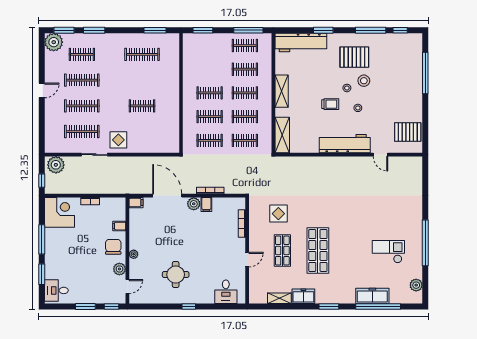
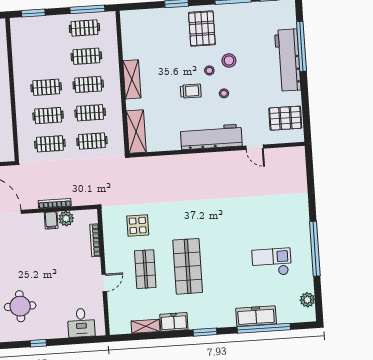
workbench: (301, 42) -> (288, 60), moved, turned 90
pallet: (354, 57) -> (202, 29), moved, turned 90
plant: (194, 204) -> (66, 219), moved

